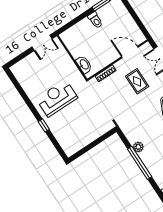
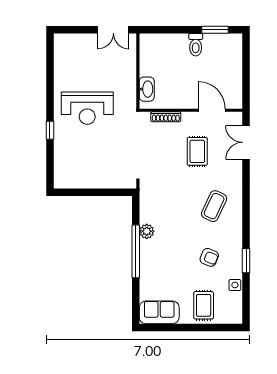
reception desk: (57, 98) -> (87, 108), turned 180

